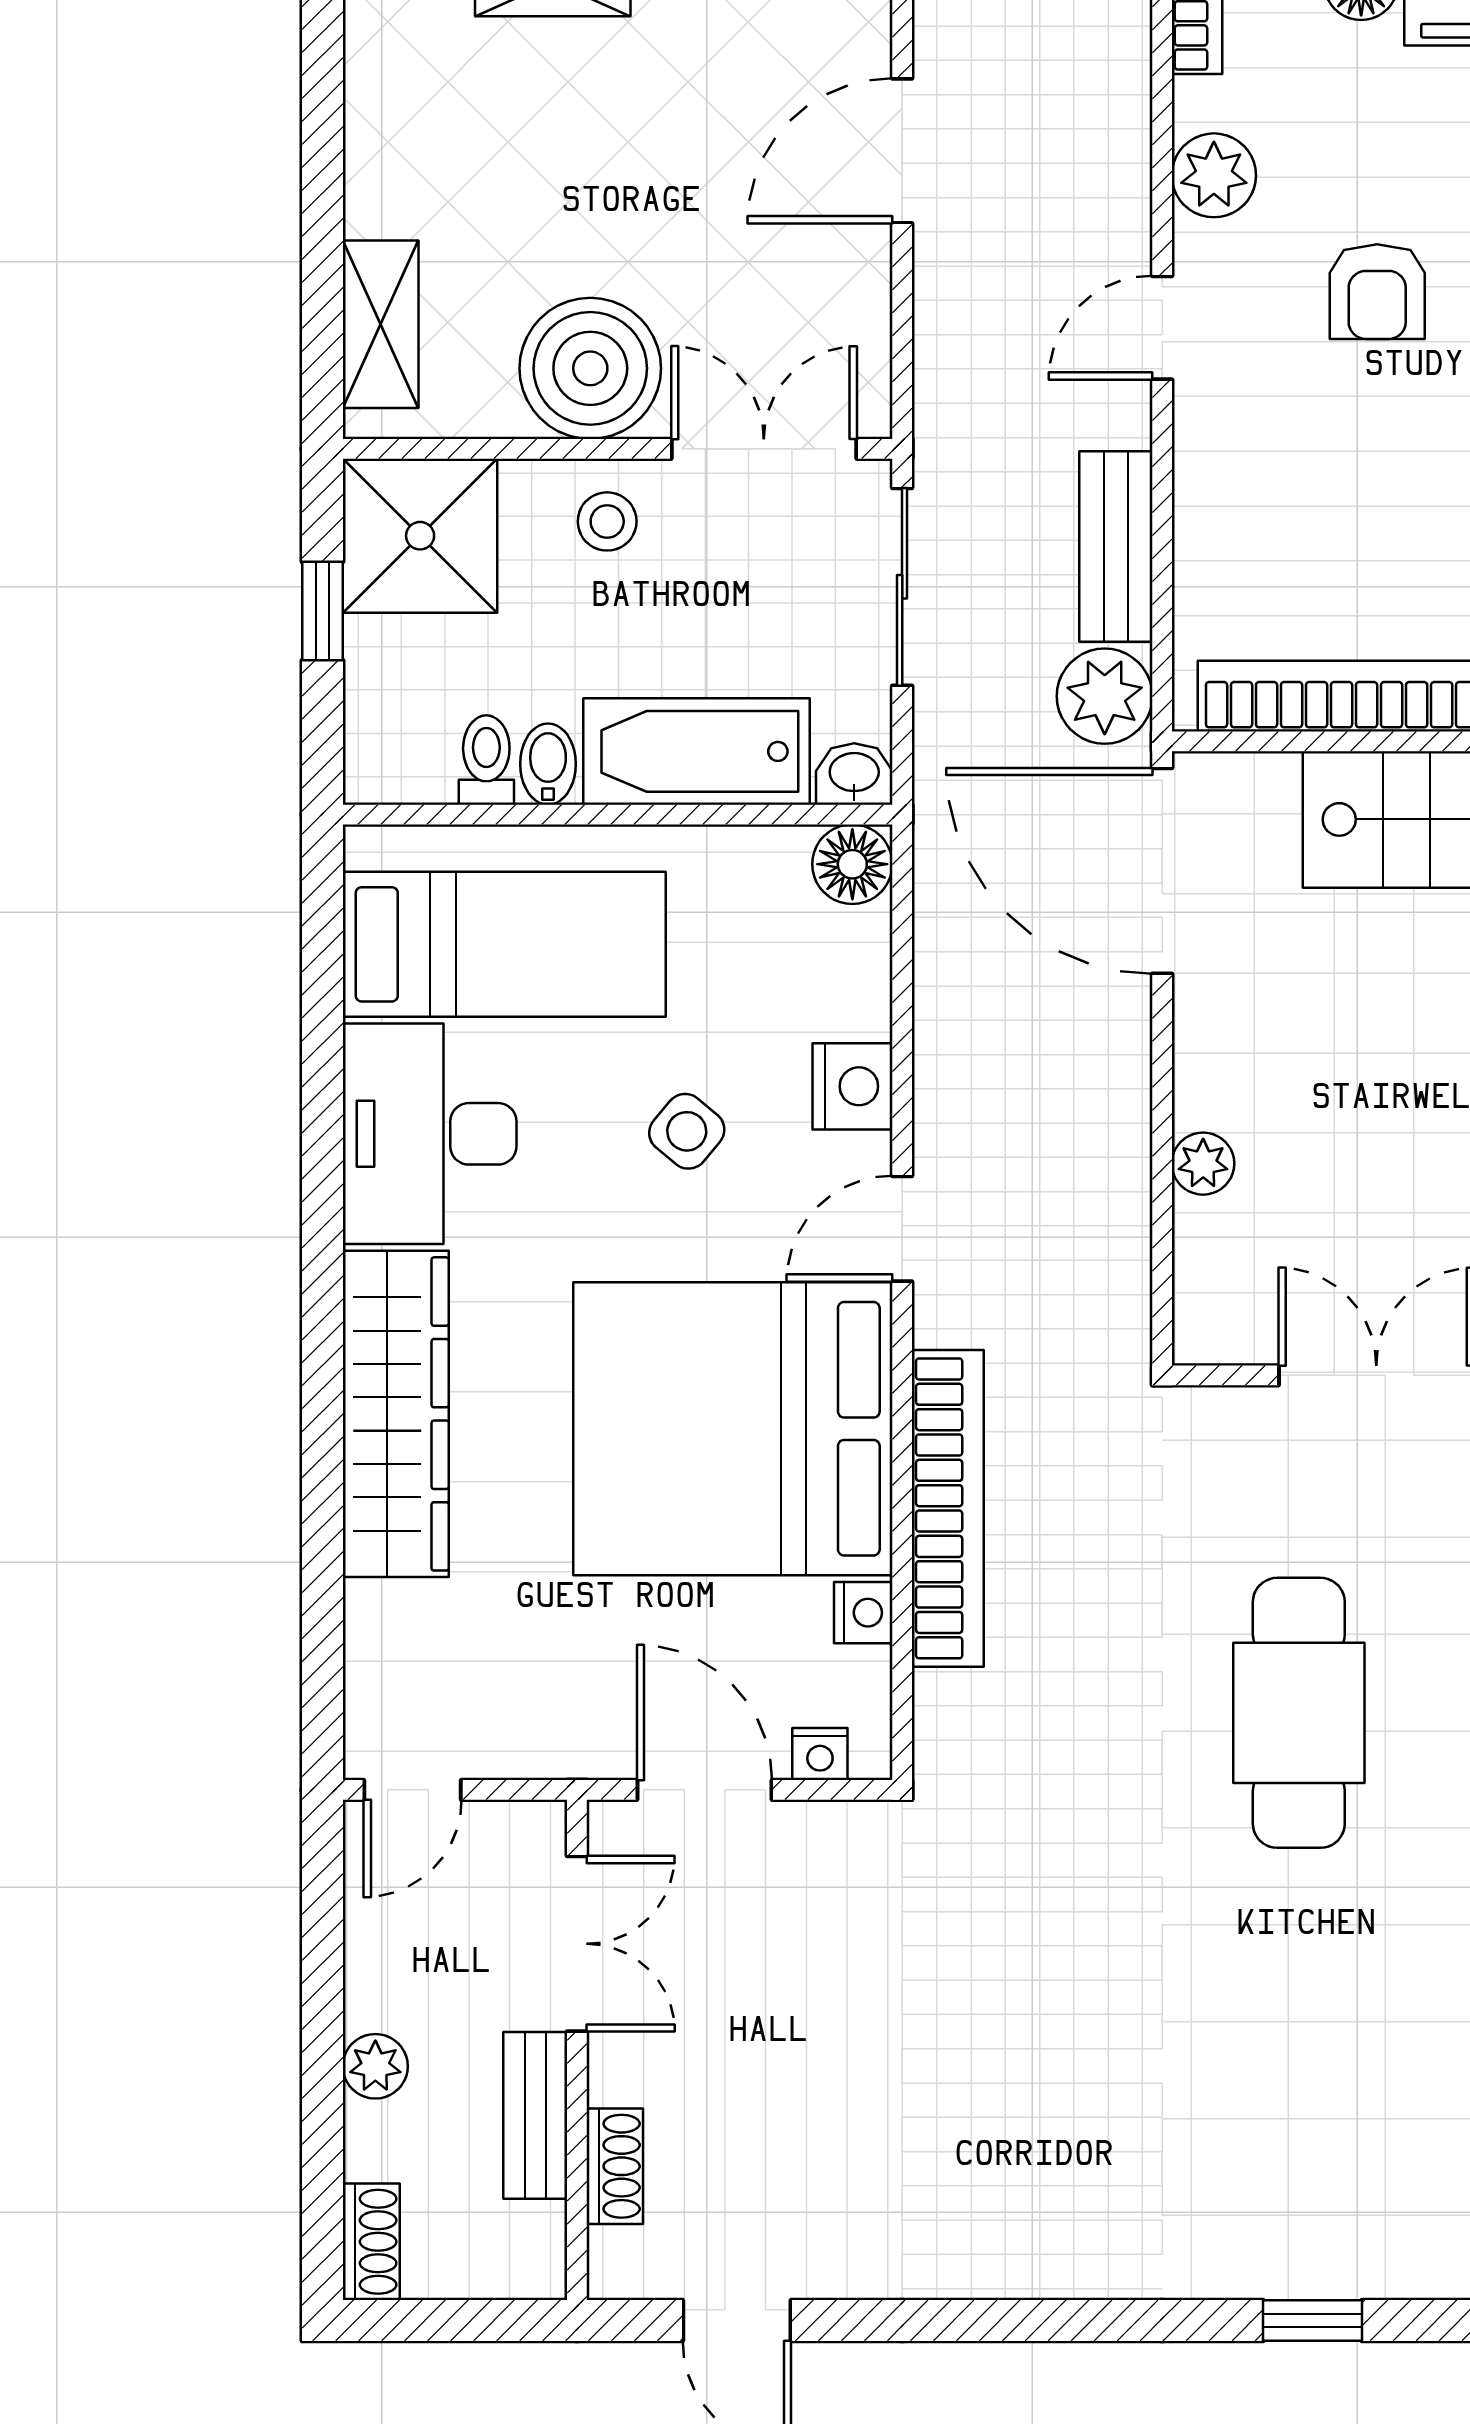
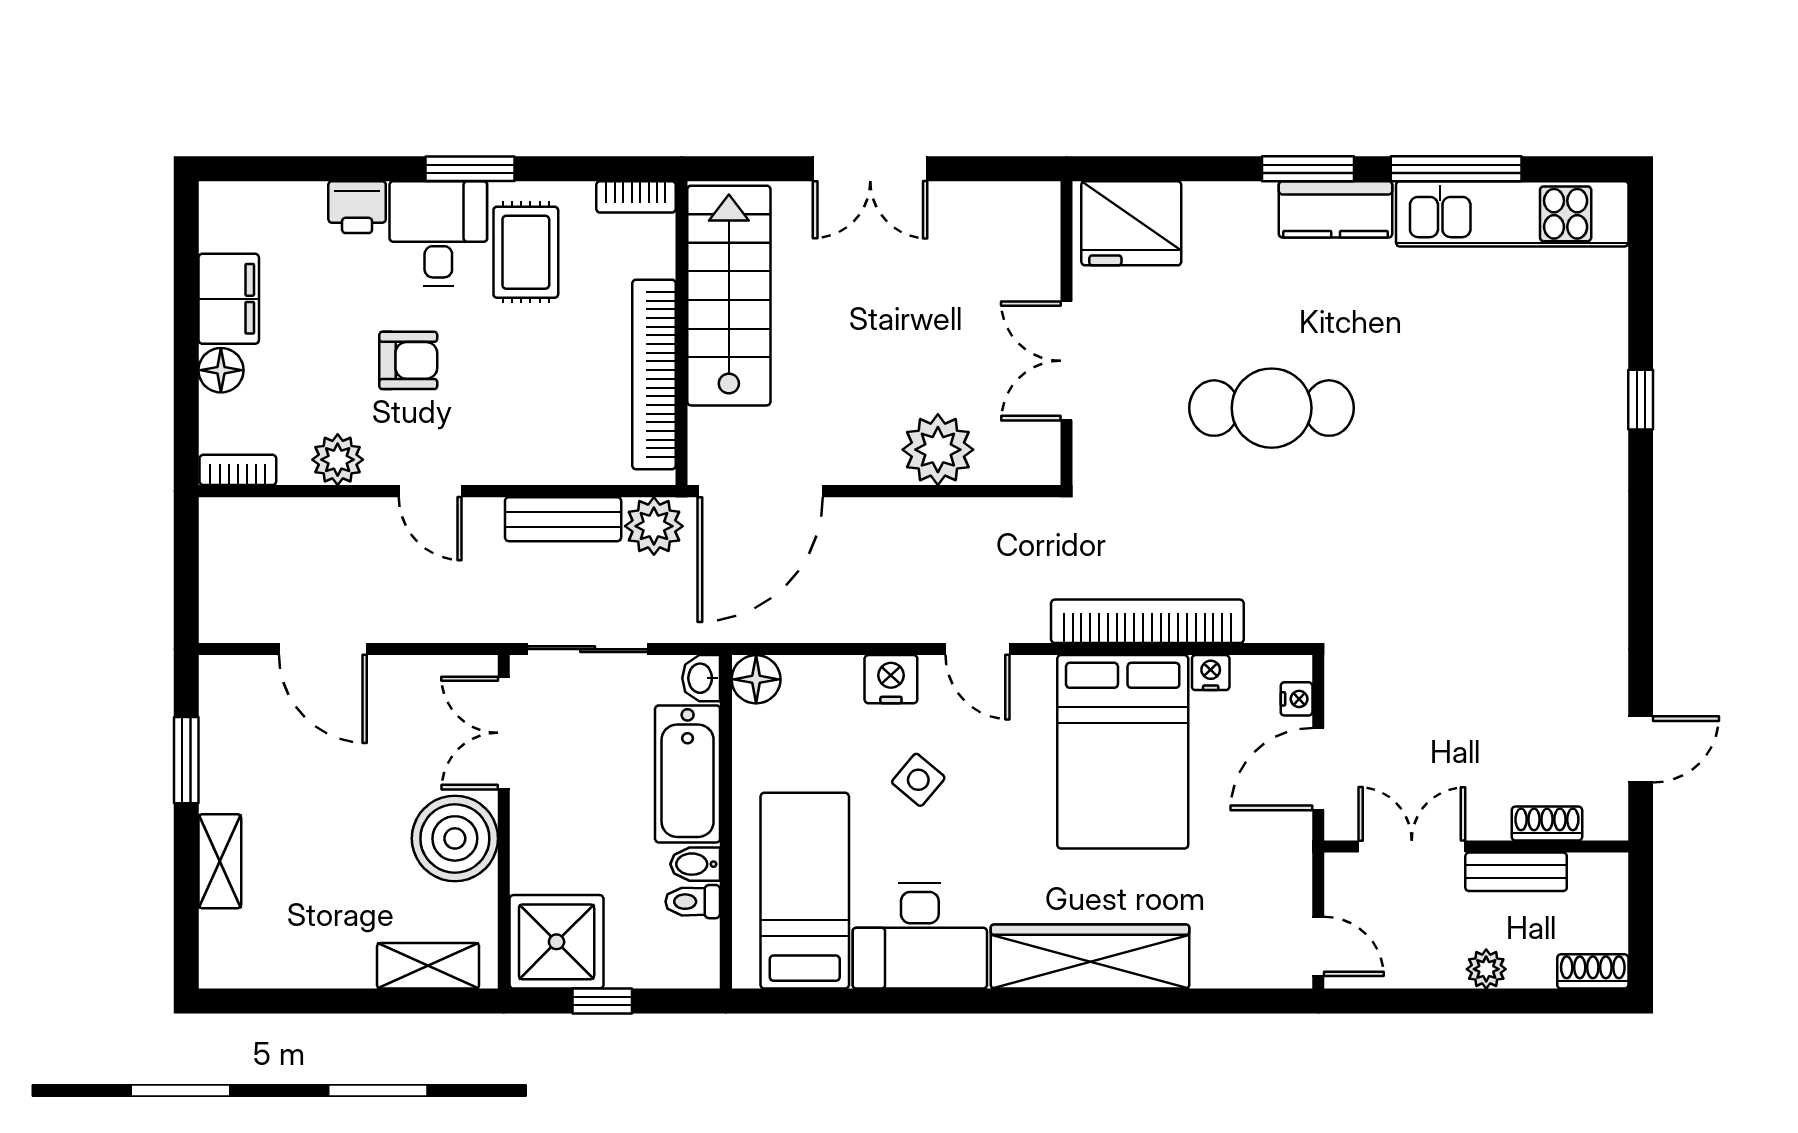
stool: (607, 521) -> (548, 828), removed
plant: (1203, 1164) -> (938, 450), width x1.88, depth x1.88
bed: (733, 1429) -> (1123, 752), width x0.73

